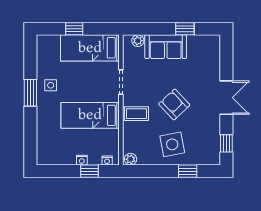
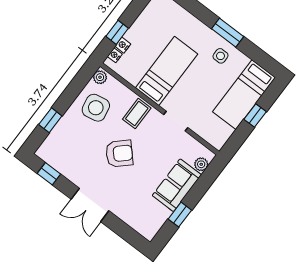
bed: (90, 48) -> (244, 95), moved, turned 180
side table: (172, 144) -> (96, 108), moved
nightstand: (82, 160) -> (123, 45), moved

